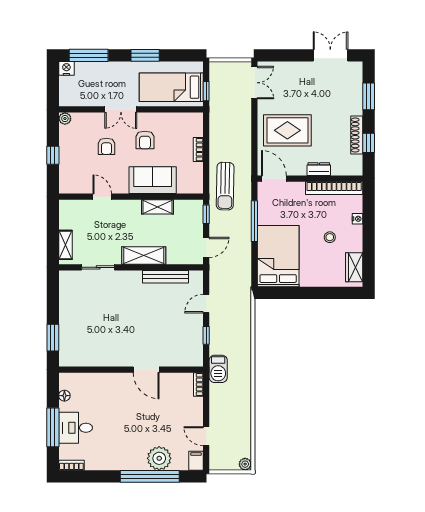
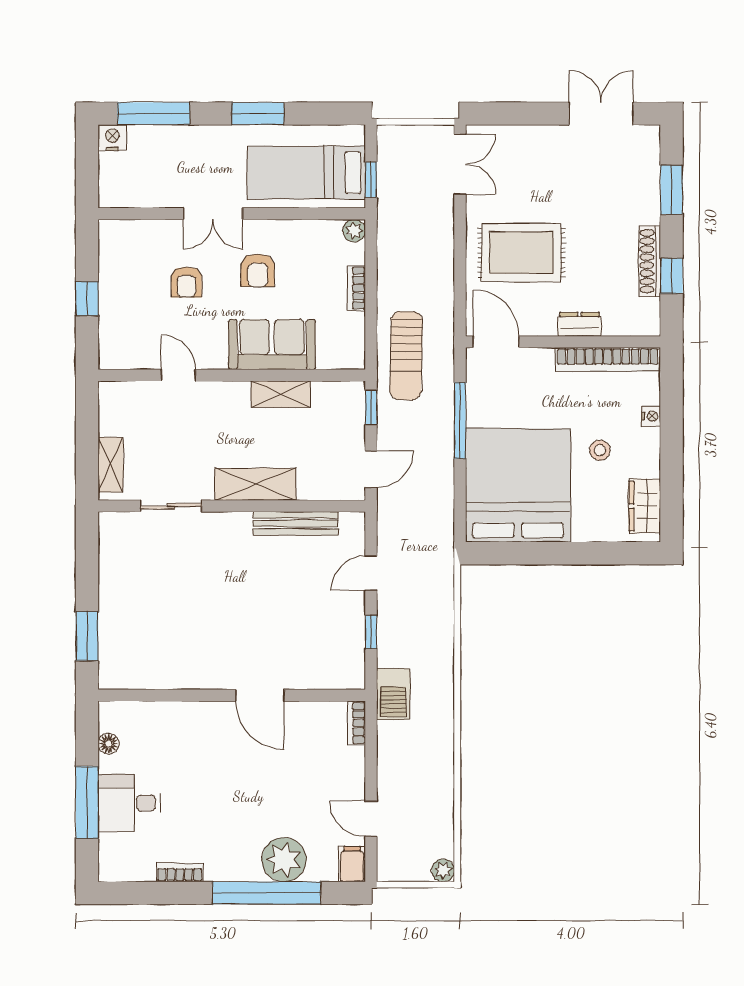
plant: (65, 119) -> (354, 231), moved
bed: (278, 256) -> (518, 485), width x1.36
bookcase: (71, 465) -> (180, 872), moved

